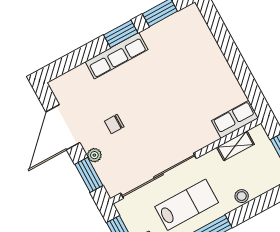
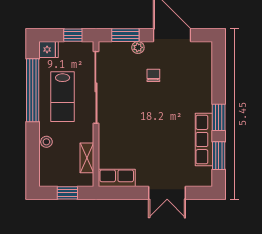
double door: (227, 45) -> (167, 193), added
row of seats: (117, 56) -> (204, 140), moved
row of seats: (235, 119) -> (117, 178), moved, turned -90

